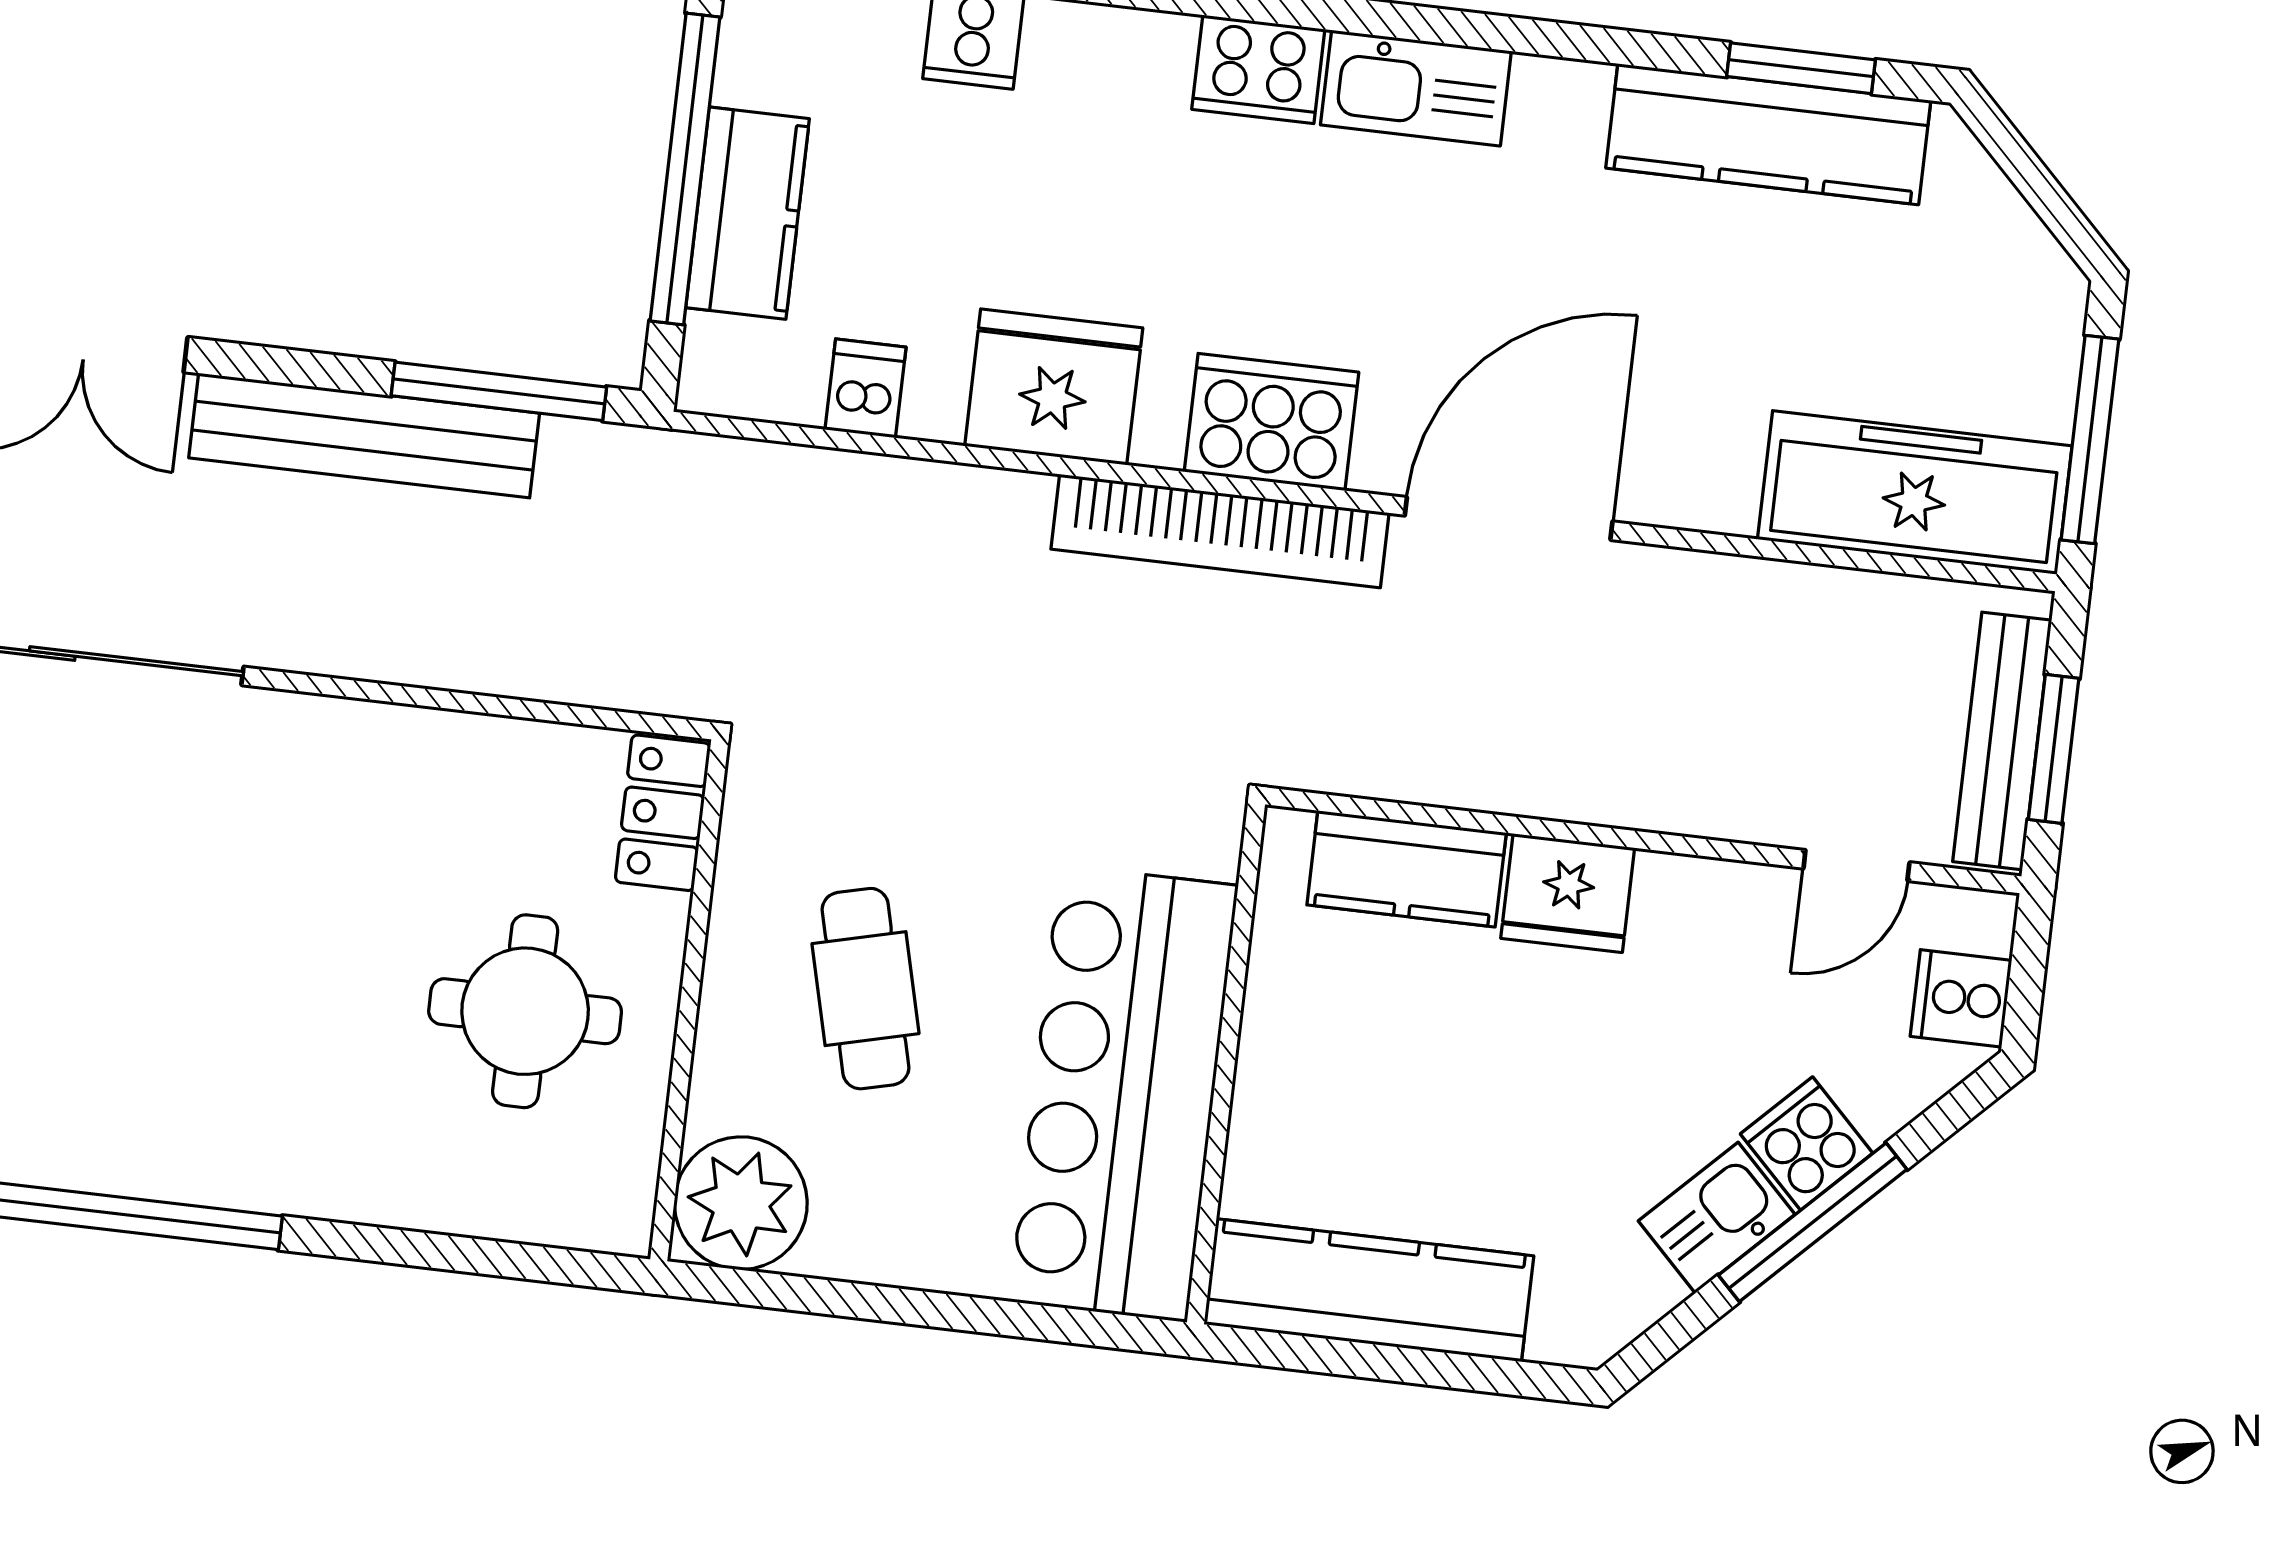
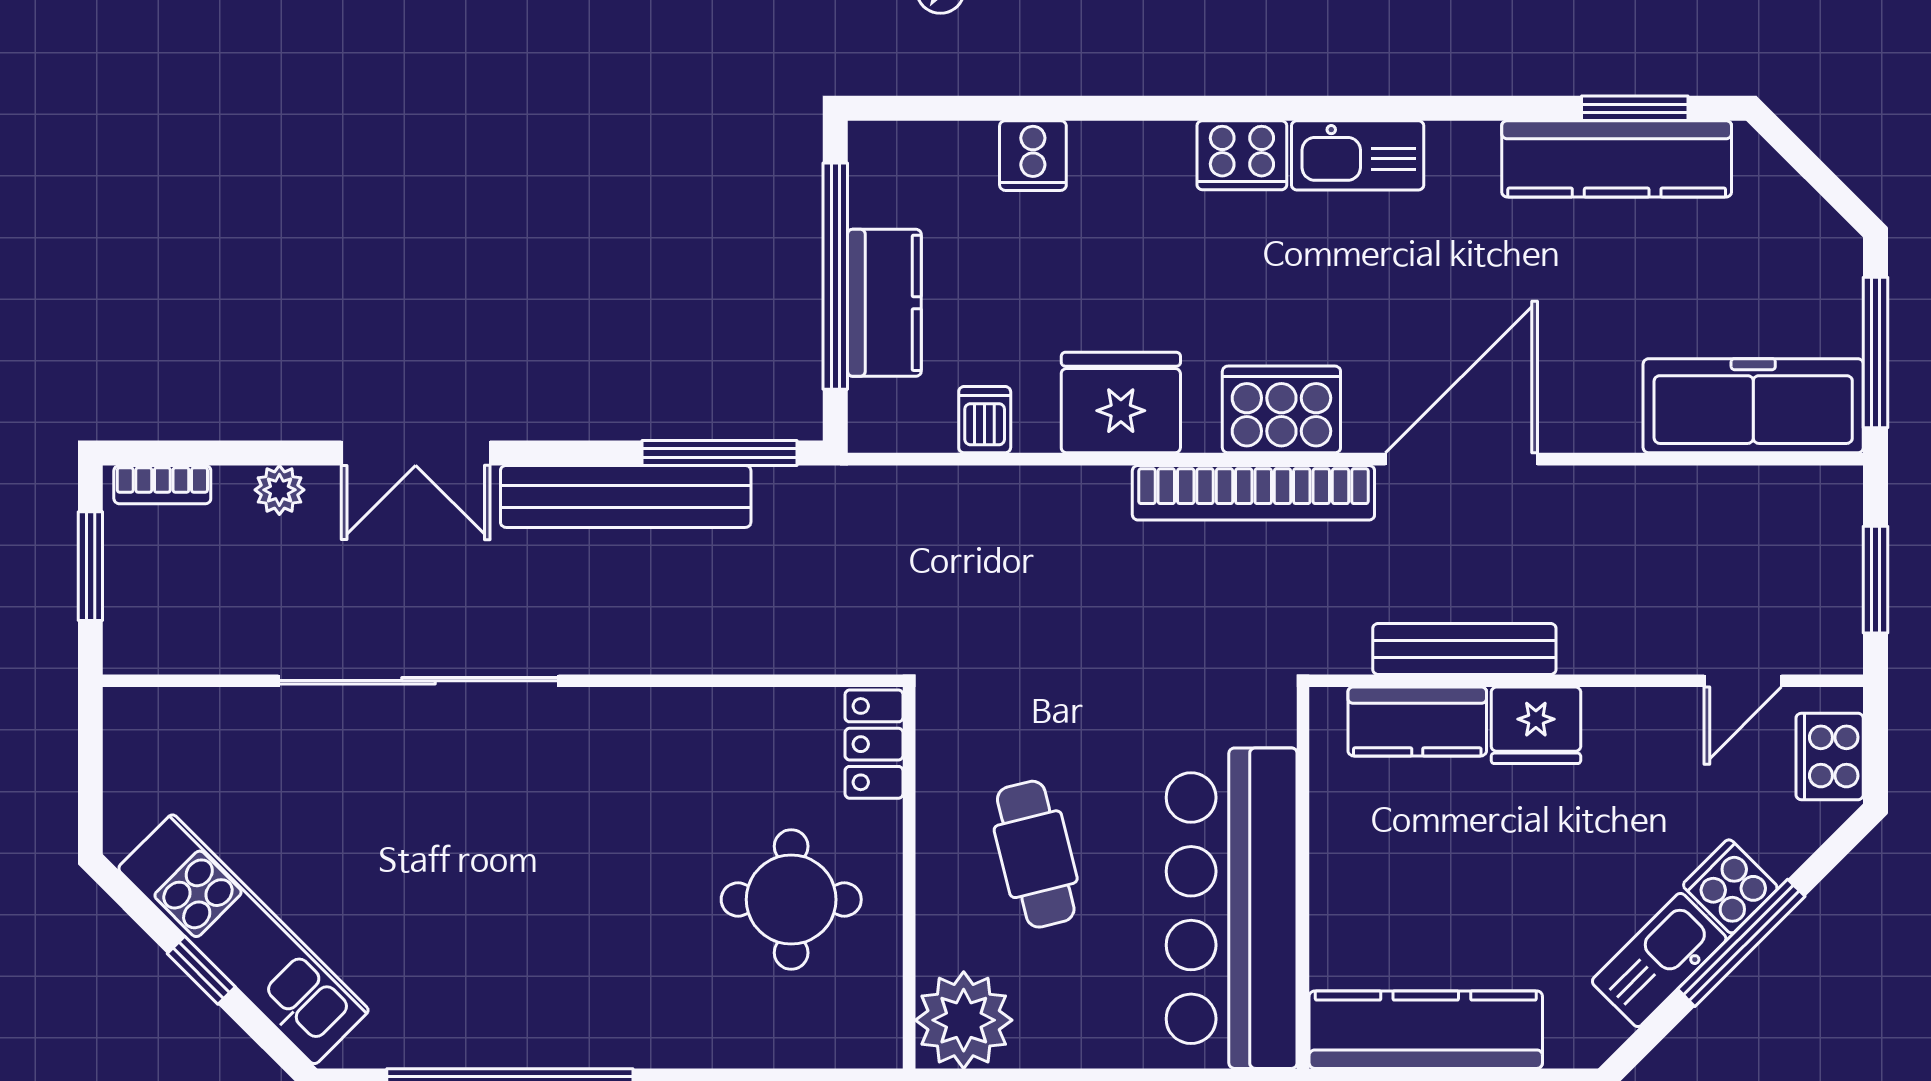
bench: (2002, 741) -> (1464, 649), moved, turned 90
cooker: (1961, 998) -> (1830, 756), width x1.36
kitchen sink: (1717, 1218) -> (1659, 960), width x1.38

